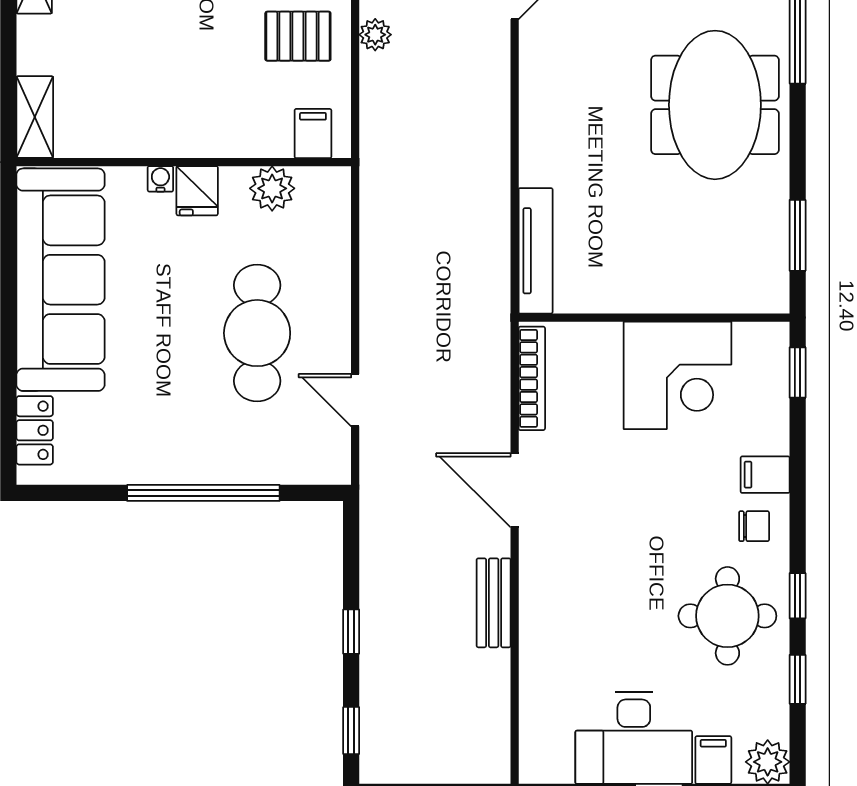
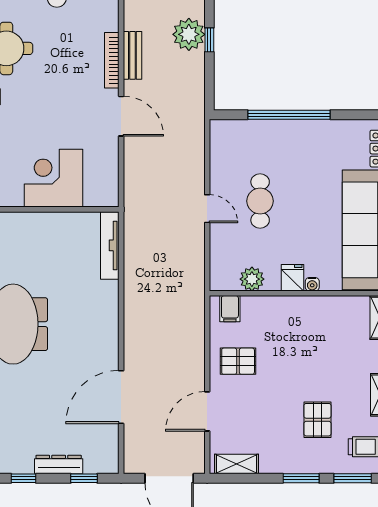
plant: (375, 35) -> (189, 34), moved, width x1.88, depth x1.88
cafe table: (257, 333) -> (260, 201), width x0.73, depth x0.74
corner desk: (678, 375) -> (54, 178), moved
bookcase: (532, 378) -> (112, 60), moved
door: (355, 400) -> (207, 209), moved

